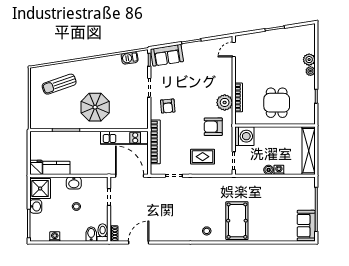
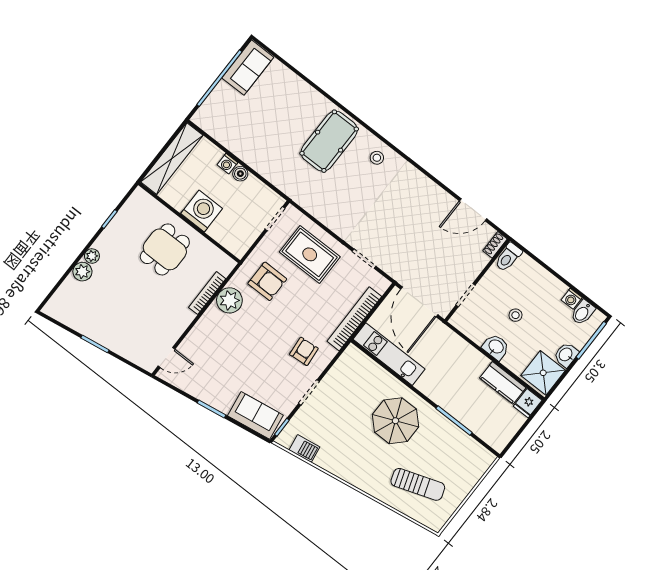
washing machine: (244, 136) -> (202, 211), moved, turned 90
rug: (203, 157) -> (310, 254), width x1.36, depth x1.43
bidet: (91, 234) -> (583, 312), moved

